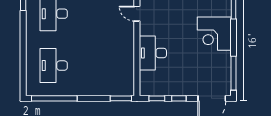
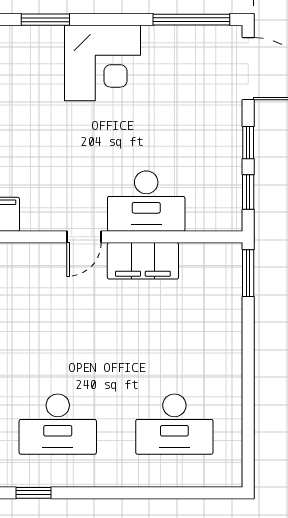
door: (137, 14) -> (84, 237), moved
filing cabinet: (126, 52) -> (143, 261), added
window: (54, 98) -> (248, 423), removed

